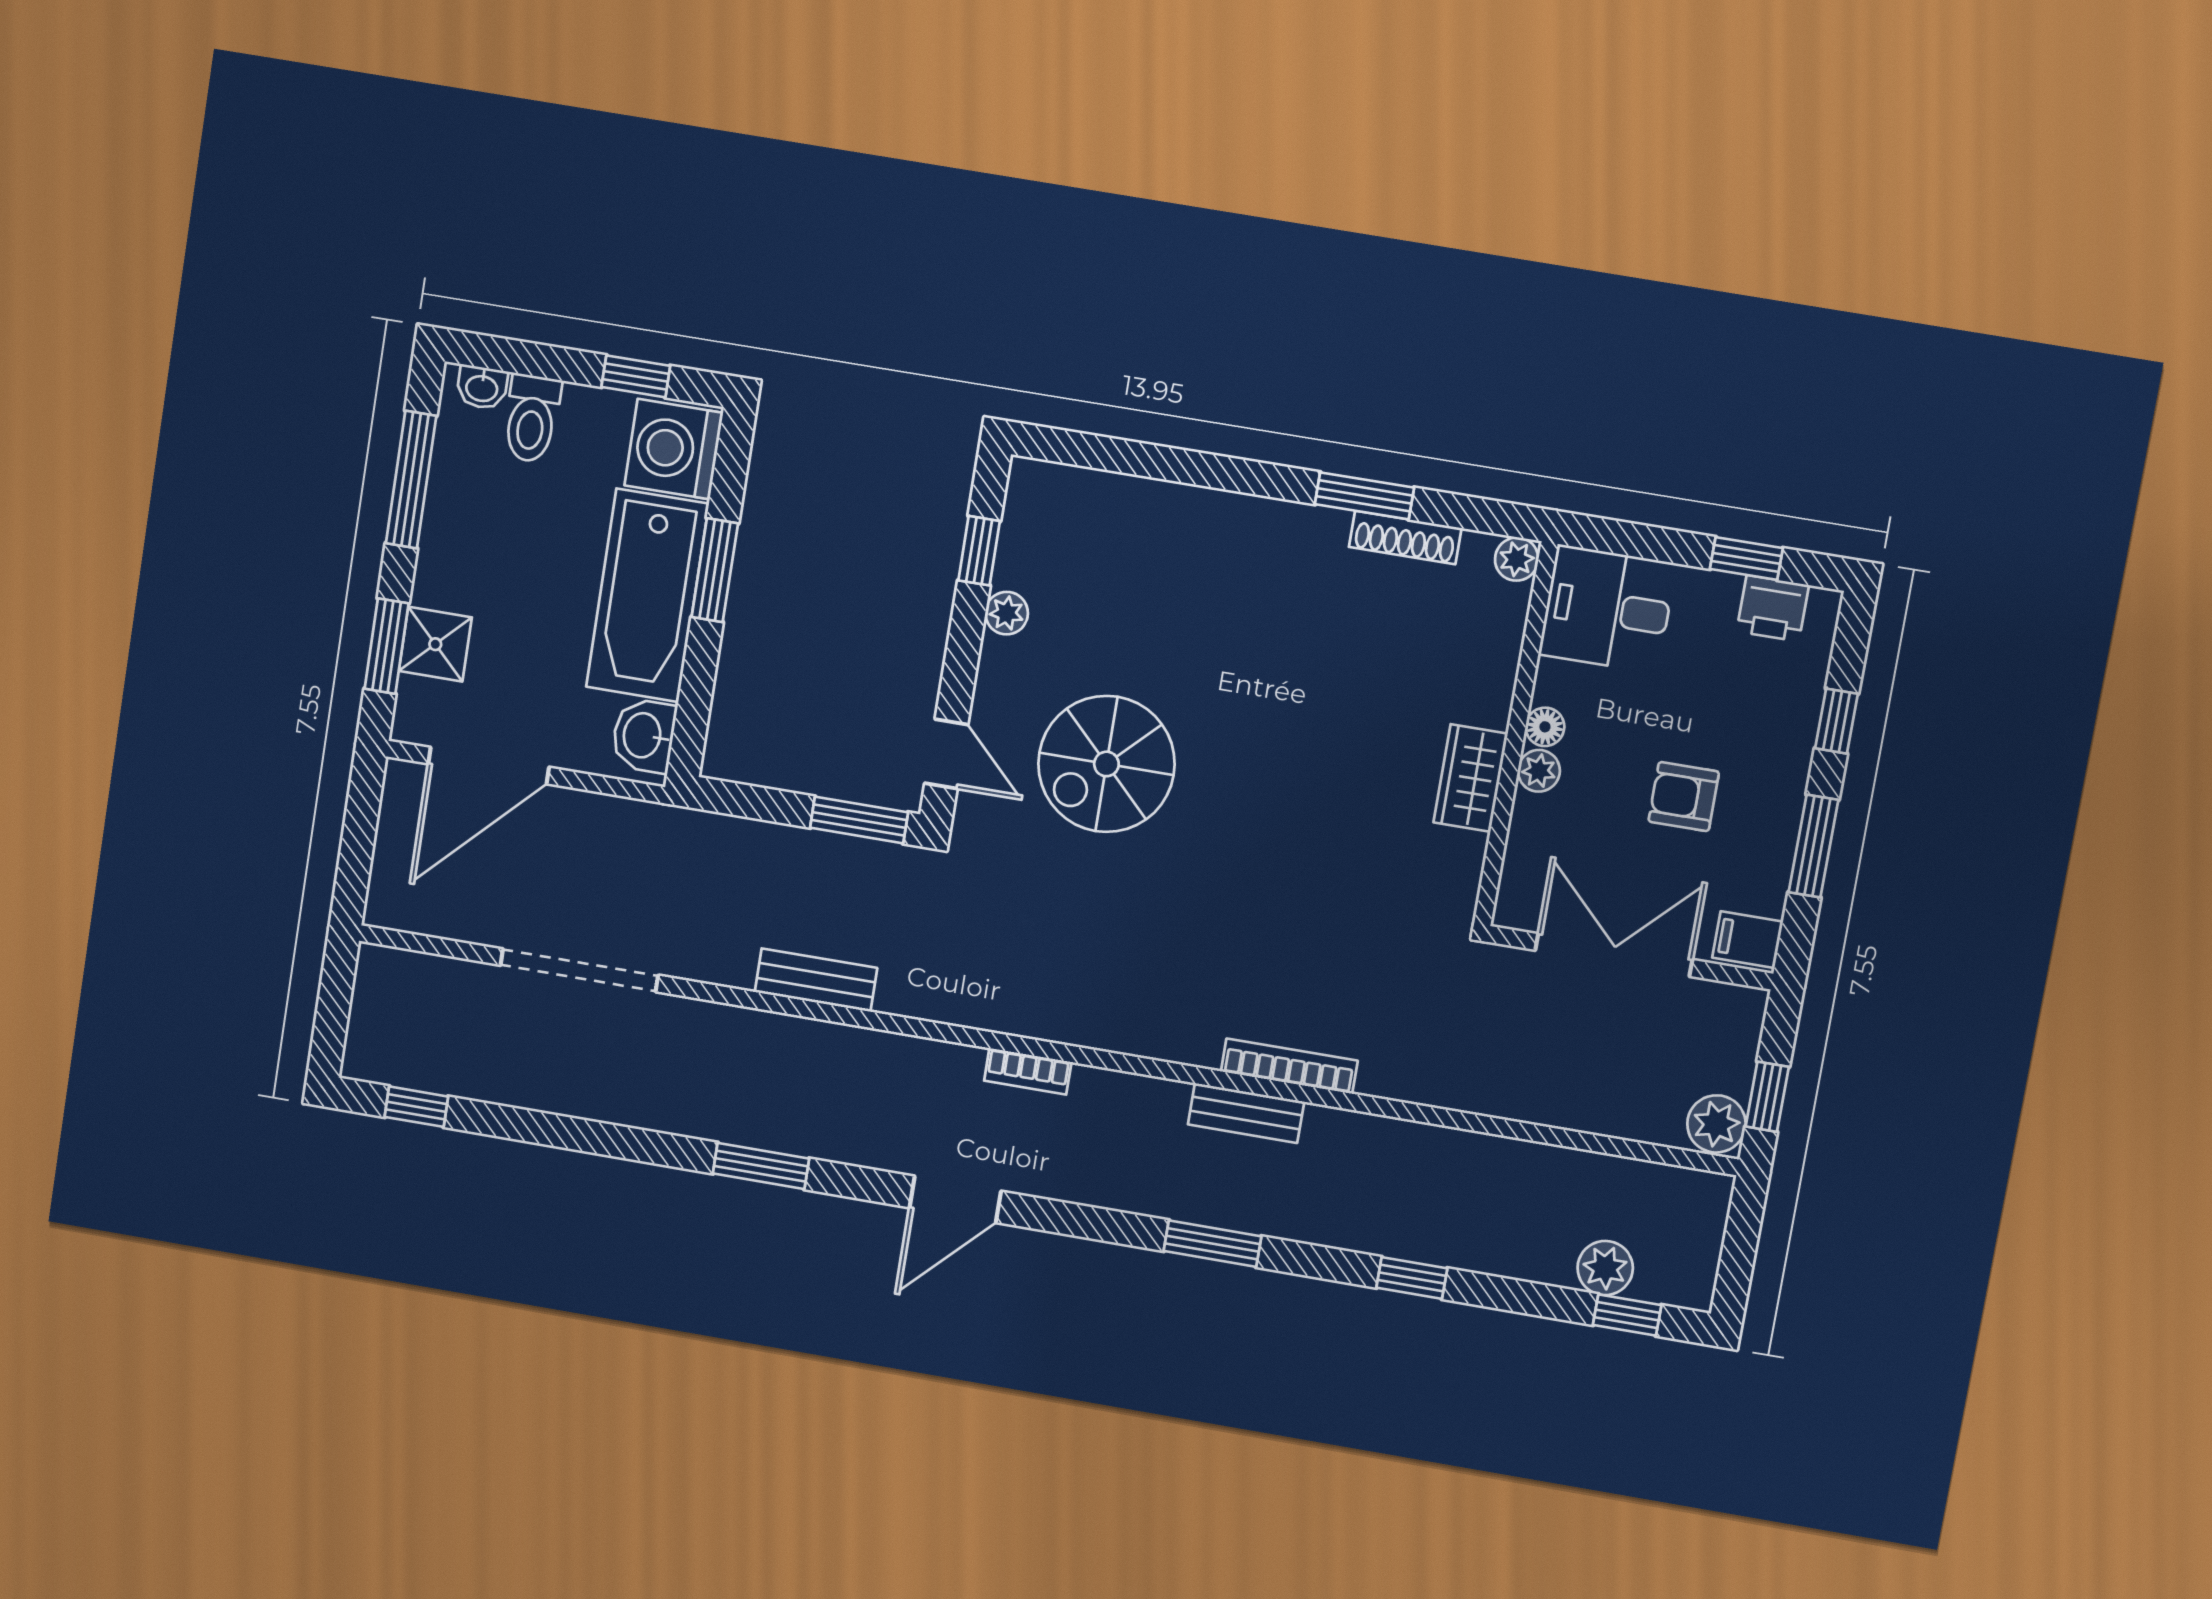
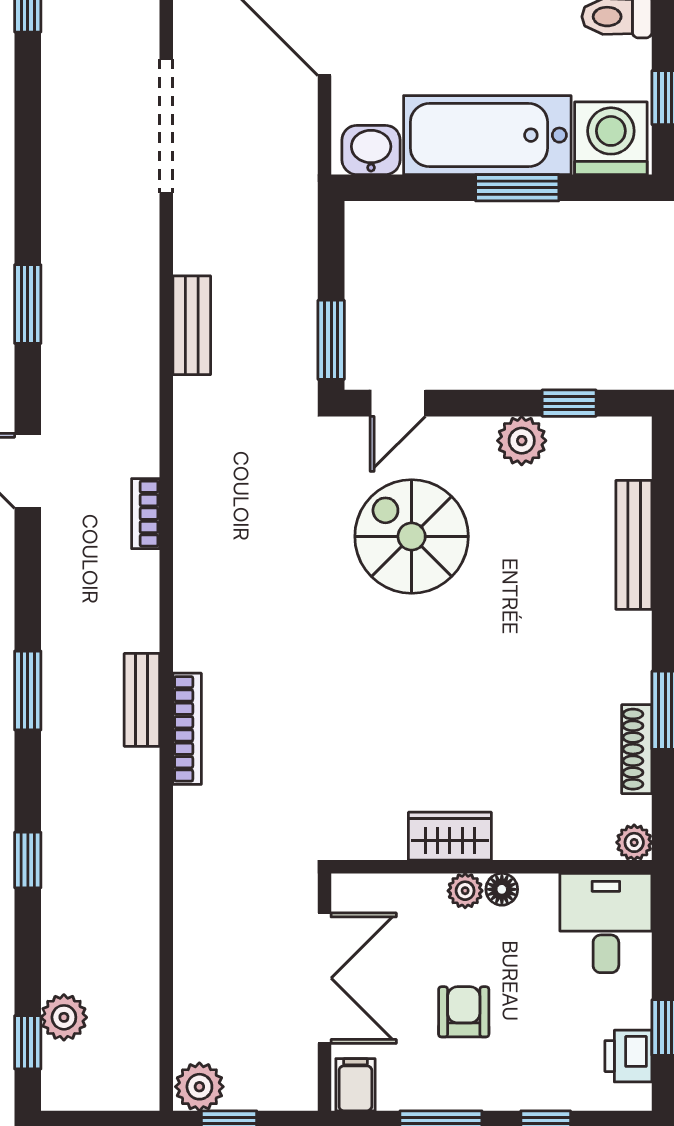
bench: (1160, 501) -> (634, 545), added
plant: (1007, 613) -> (522, 441), width x1.38, depth x1.38

